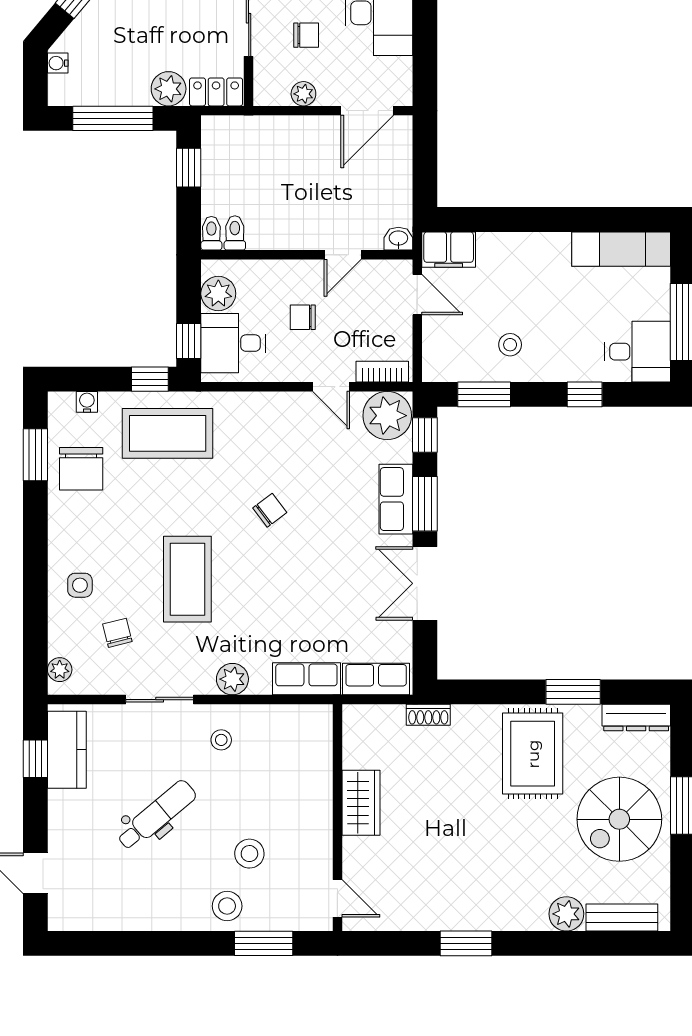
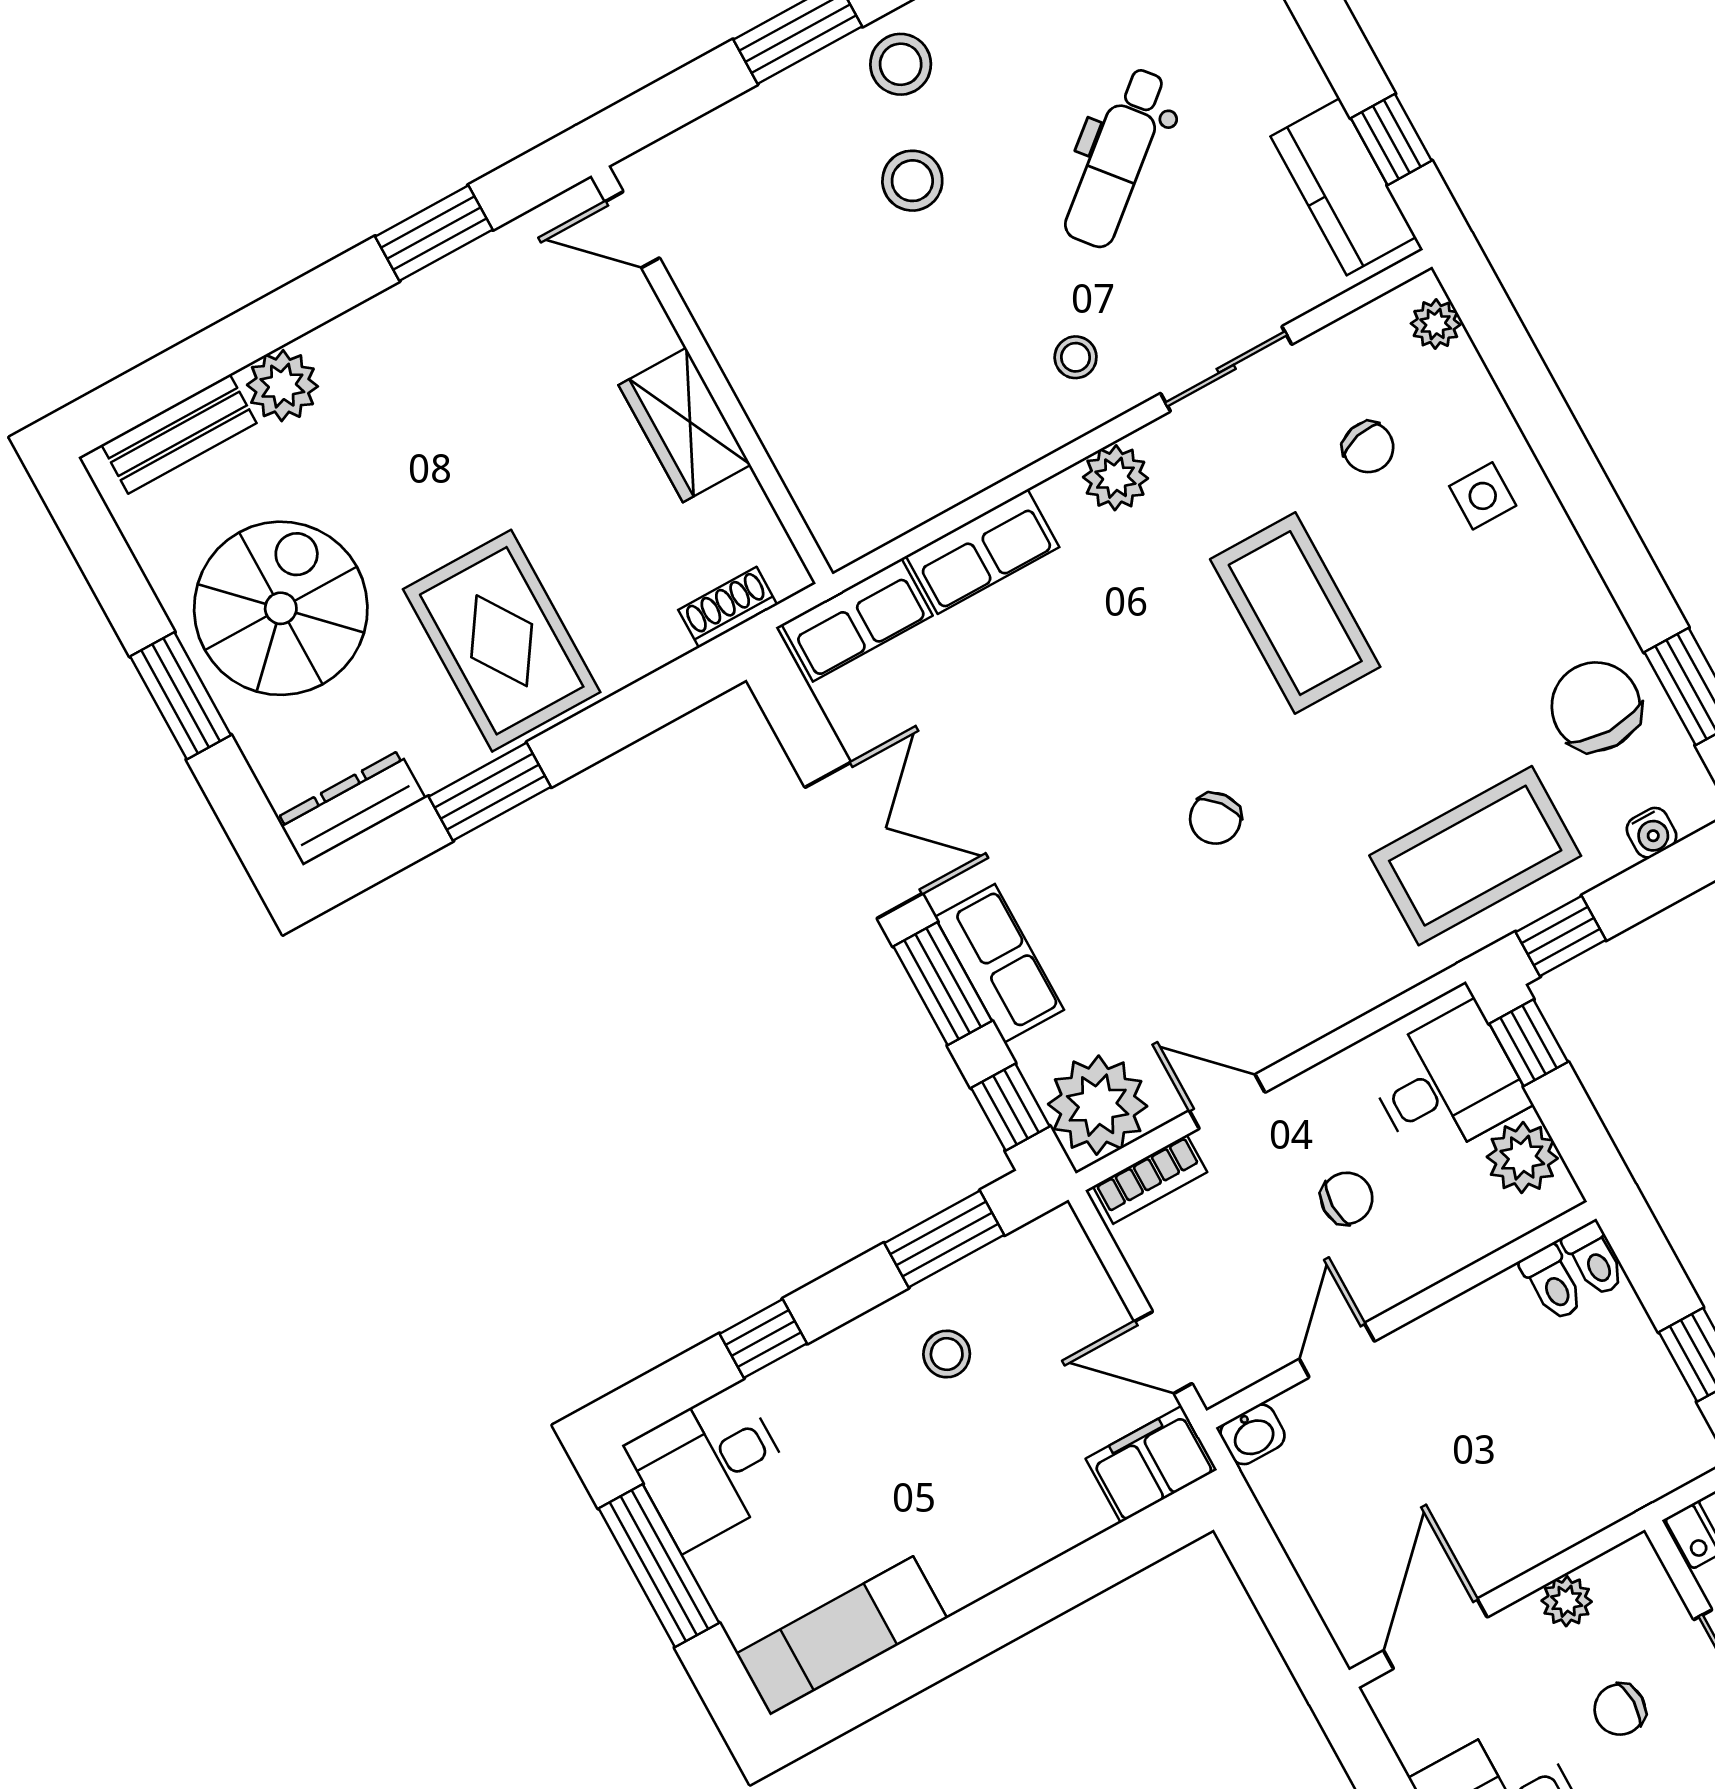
wardrobe: (361, 803) -> (685, 425), moved
wall: (337, 818) -> (712, 375), moved
door: (337, 898) -> (632, 230), moved

